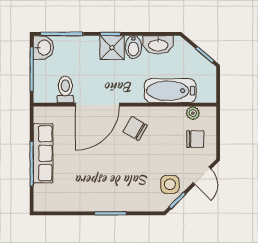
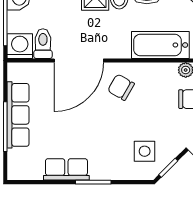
washing machine: (45, 92) -> (20, 46), added
side table: (170, 184) -> (145, 151), moved
row of seats: (86, 202) -> (66, 169), added

